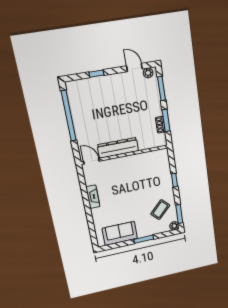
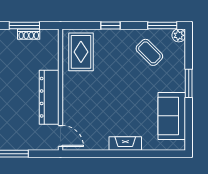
door: (91, 161) -> (60, 136), swing flipped
rug: (154, 164) -> (81, 52), added
fireplace: (93, 197) -> (125, 143), moved

